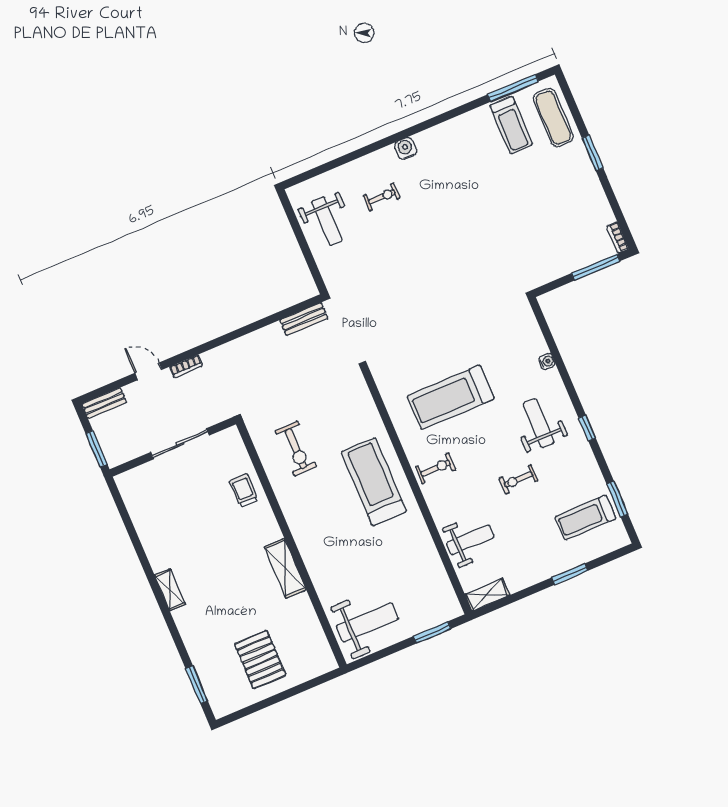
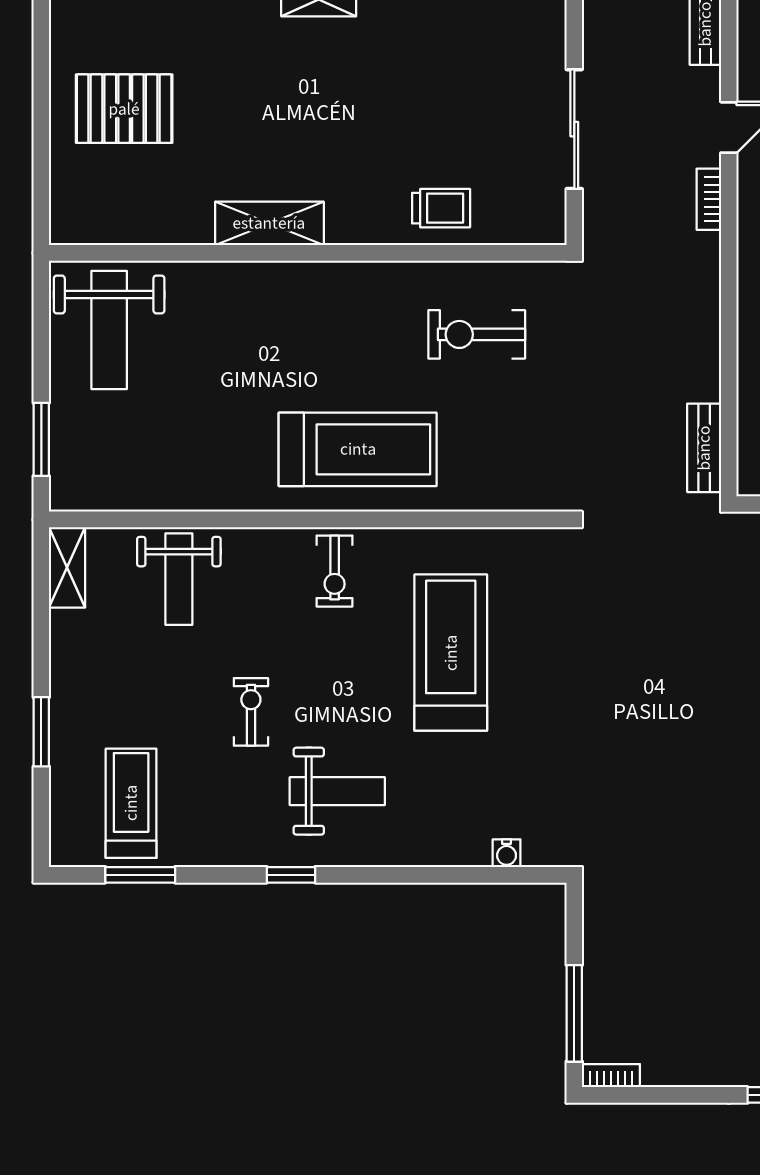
water cooler: (547, 362) -> (507, 853), moved

